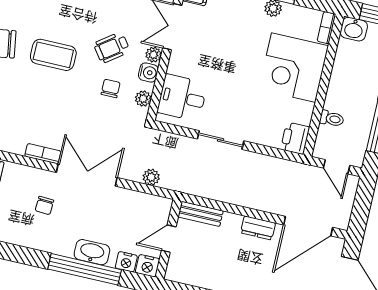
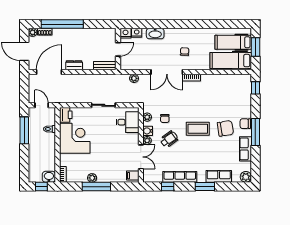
corner desk: (294, 68) -> (75, 138), moved
window: (85, 269) -> (157, 24), removed

